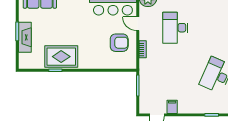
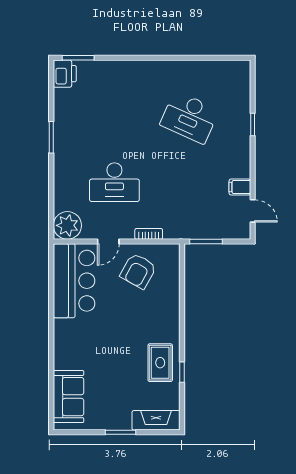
fireplace: (25, 37) -> (156, 420), moved
armchair: (119, 43) -> (138, 271), turned -151
rug: (61, 57) -> (160, 363), width x0.73, depth x0.70

